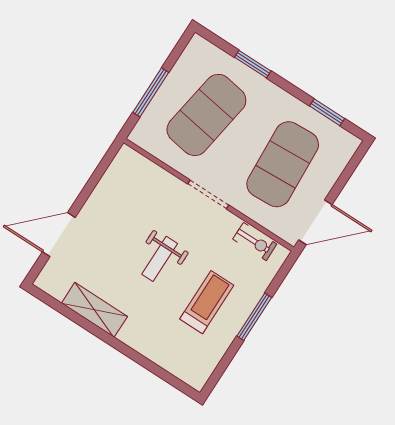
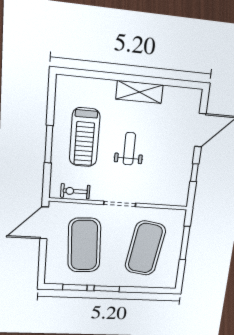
window: (253, 64) -> (107, 289), moved
window: (92, 183) -> (194, 173), added
treadmill: (207, 302) -> (85, 137), width x1.37, depth x1.38
shelving: (94, 310) -> (139, 92), moved

